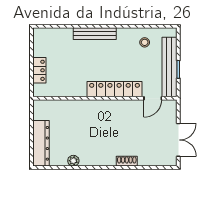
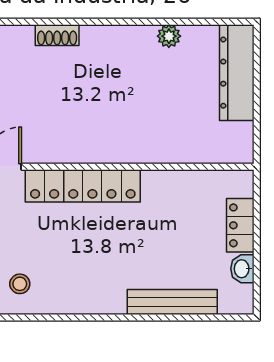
bench: (95, 34) -> (172, 302), moved
washbasin: (38, 50) -> (242, 269), added

